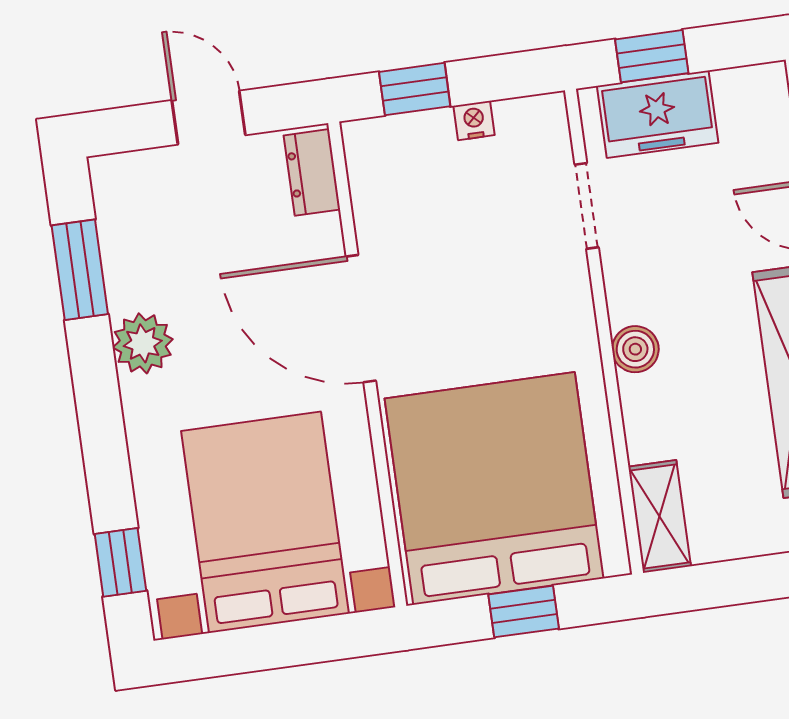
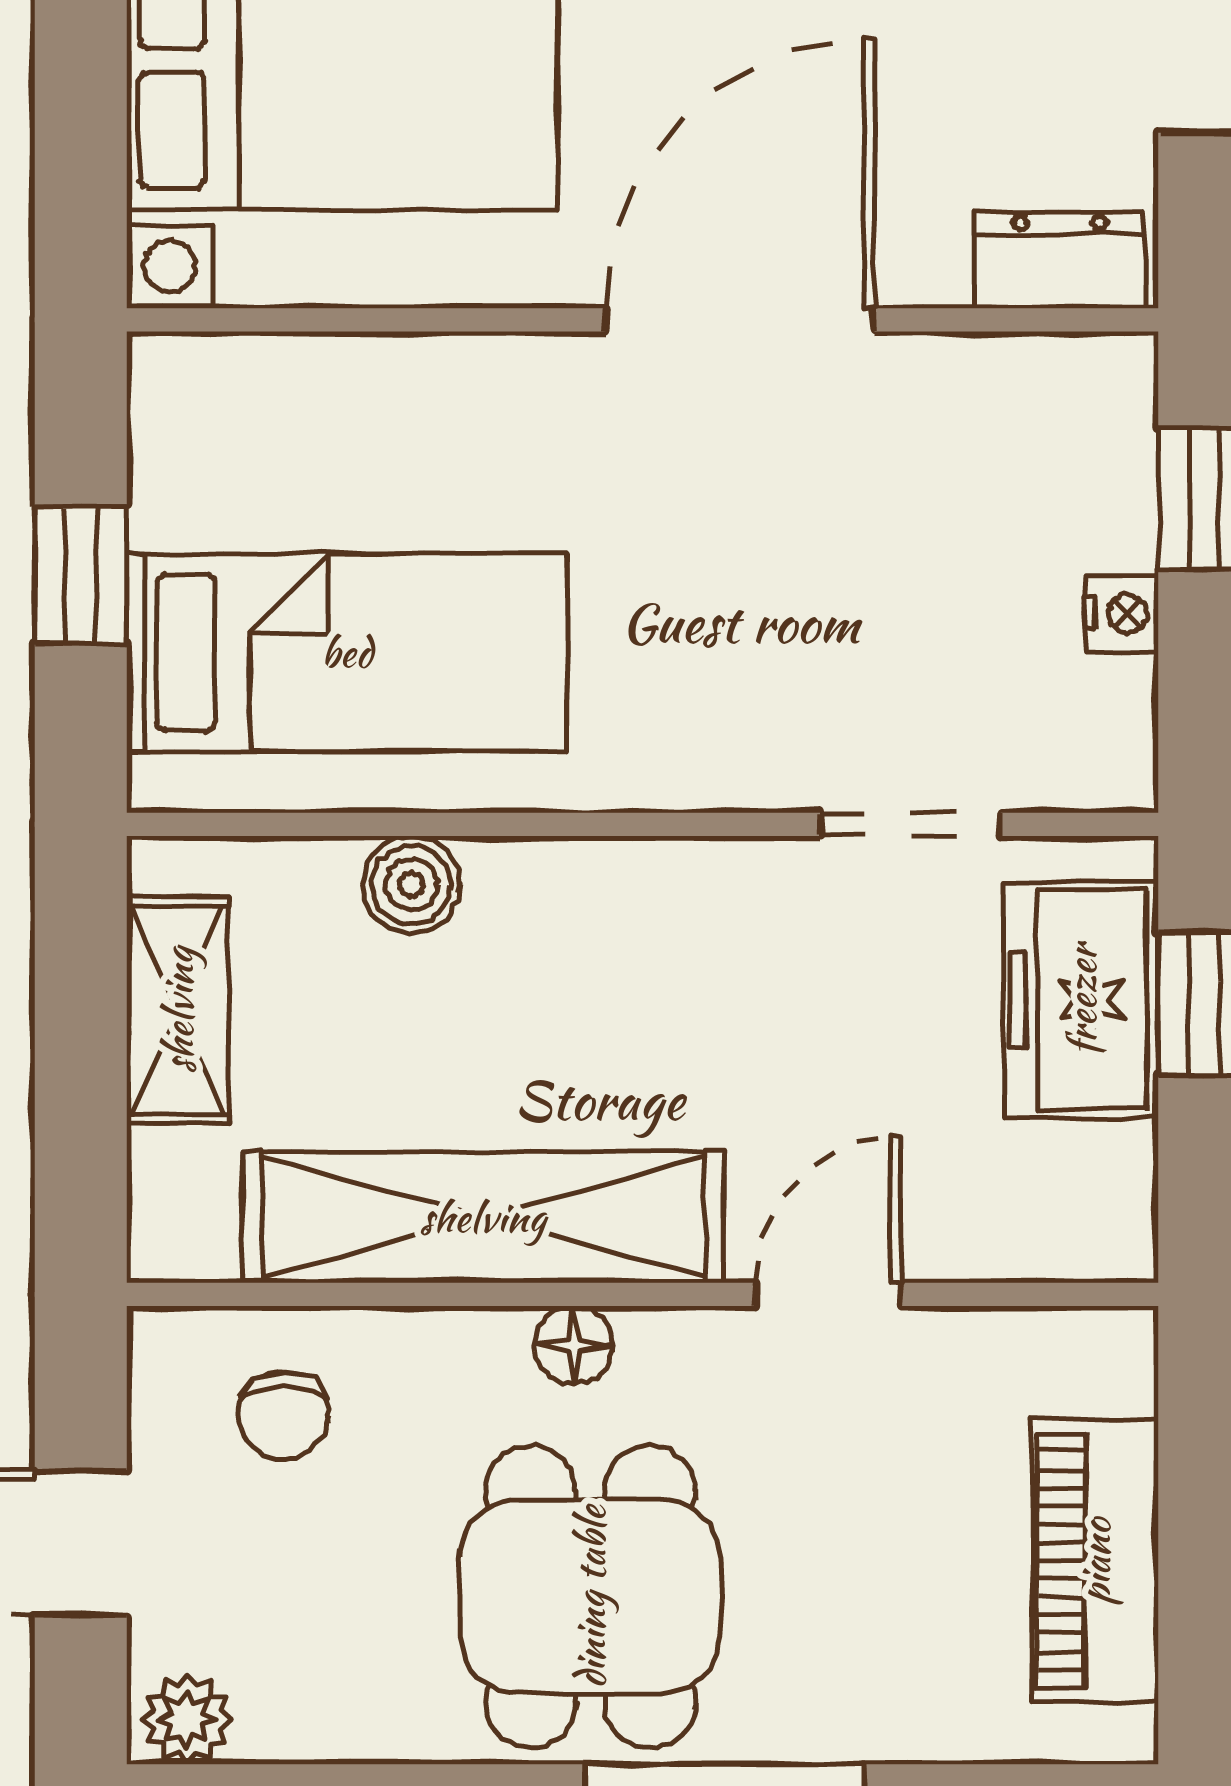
boiler: (635, 349) -> (411, 885), moved
bed: (494, 488) -> (347, 652), width x0.49
shelving: (660, 517) -> (178, 1010), moved, turned 90

